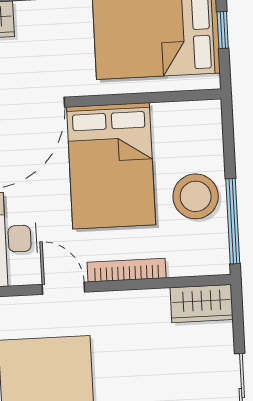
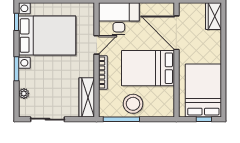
wardrobe: (202, 304) -> (87, 97), width x1.50

